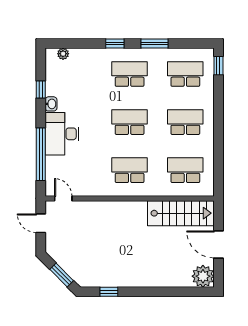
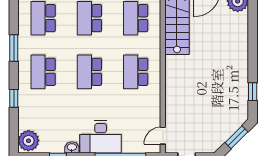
window: (115, 44) -> (14, 98), moved
plant: (63, 54) -> (28, 141), width x1.88, depth x1.88

